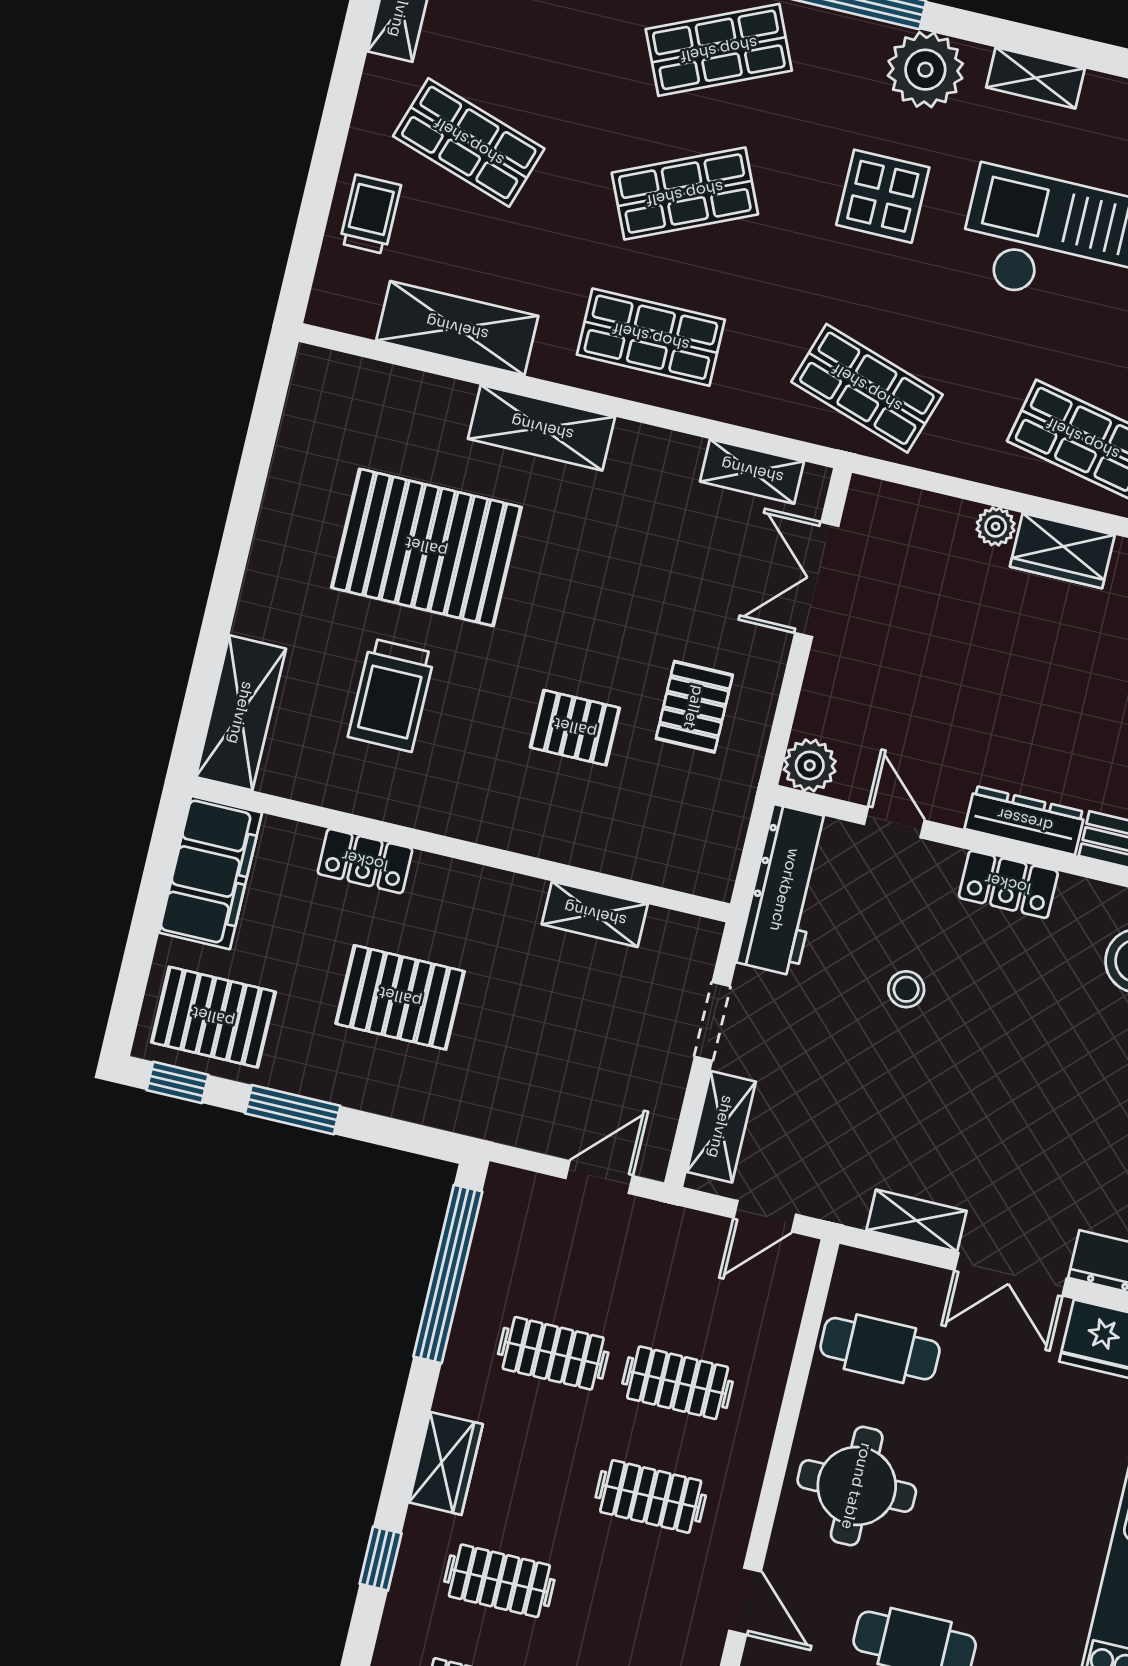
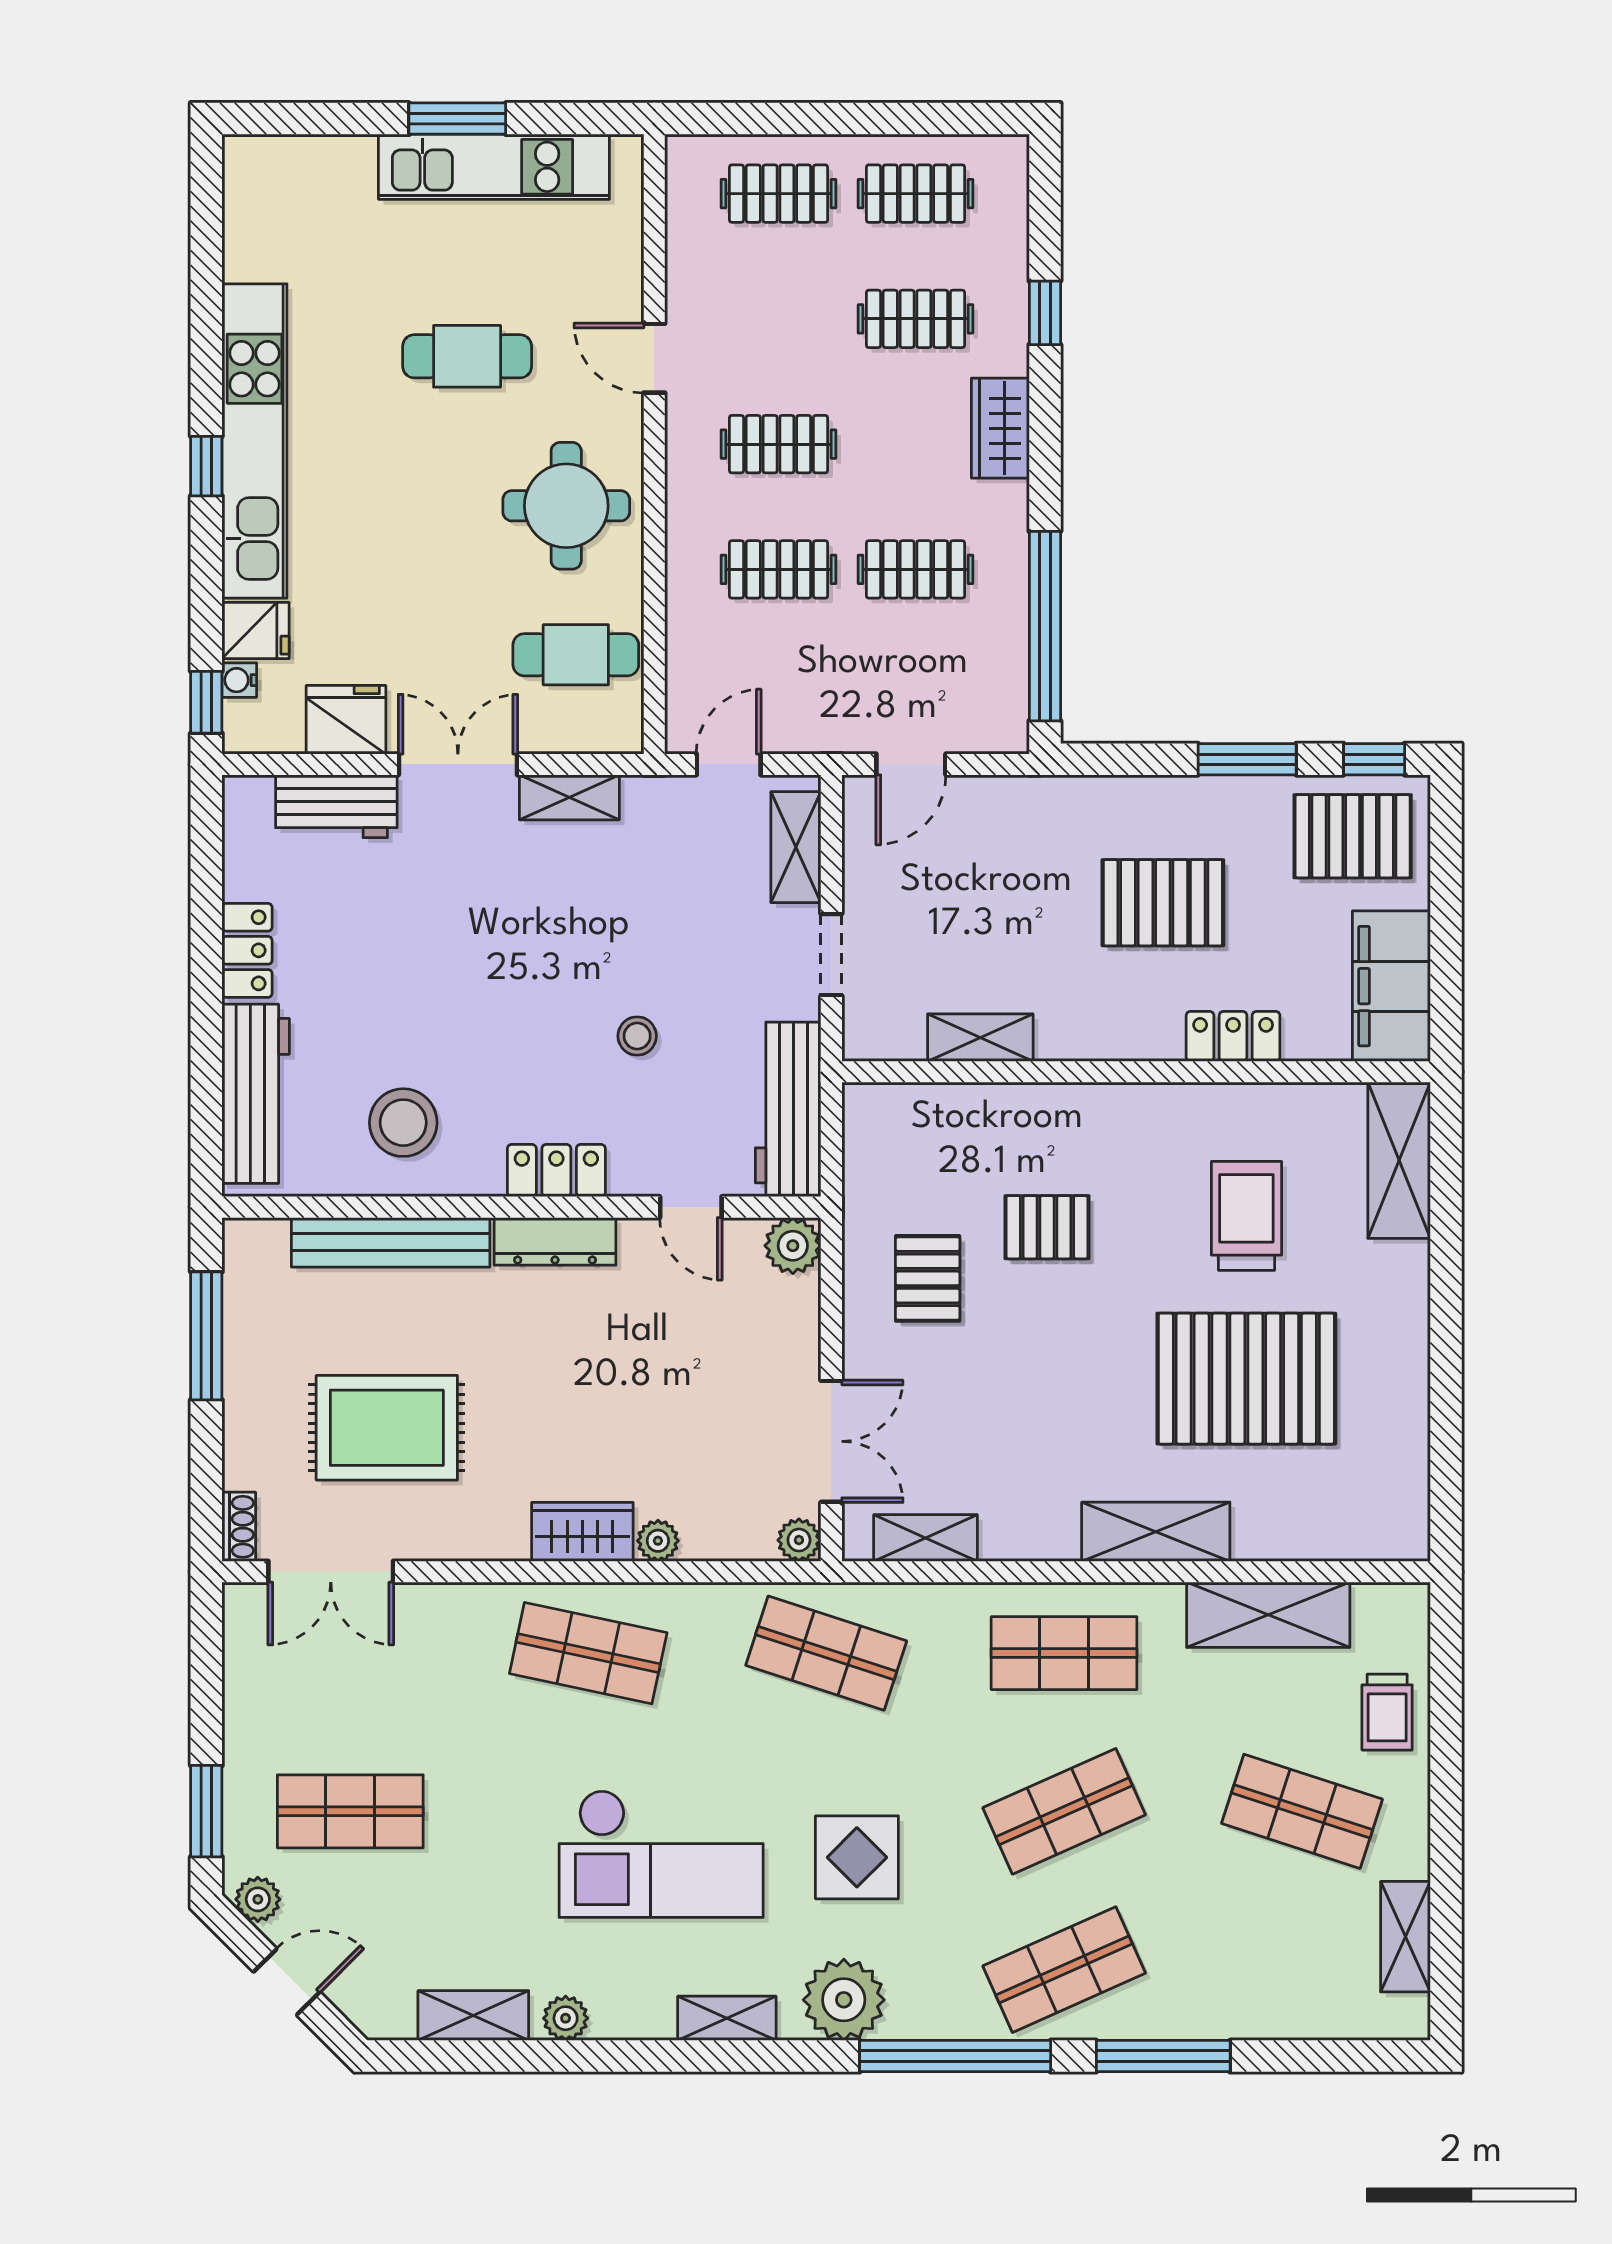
plant: (867, 497) -> (799, 1540), added

